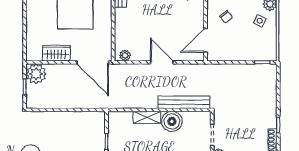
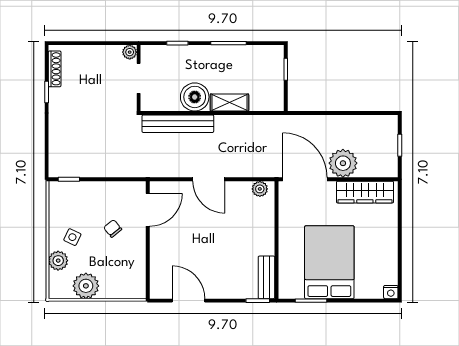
chair: (226, 17) -> (113, 228), moved
wardrobe: (56, 53) -> (365, 192), width x1.50
plant: (36, 74) -> (343, 163), moved

